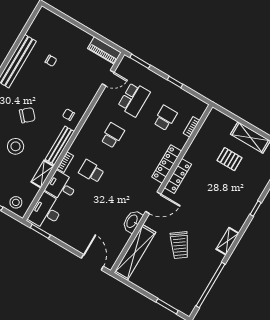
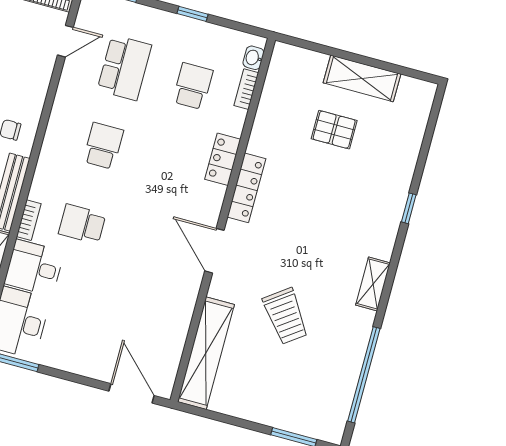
locker: (167, 164) -> (223, 159), width x0.66
door: (153, 203) -> (214, 251), swing flipped
washbasin: (132, 221) -> (253, 58), moved, width x0.52, depth x0.69

